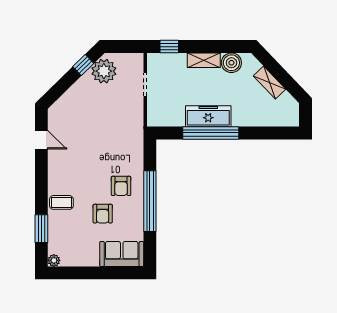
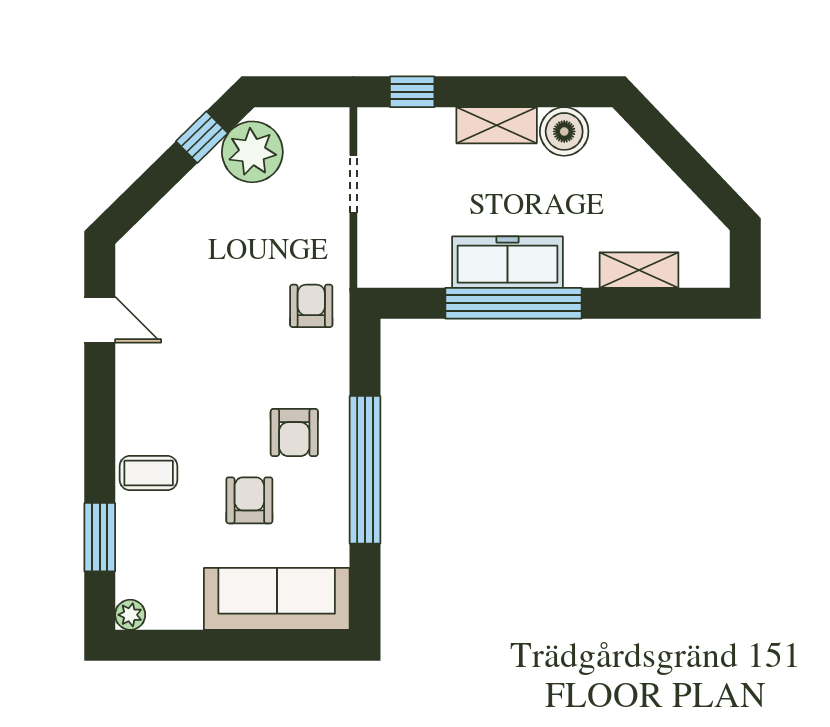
shelving: (269, 83) -> (639, 270), moved, turned -46
armchair: (128, 134) -> (311, 306), added
armchair: (103, 214) -> (249, 500), turned 180
sofa: (122, 254) -> (277, 599), width x1.36

